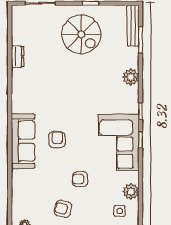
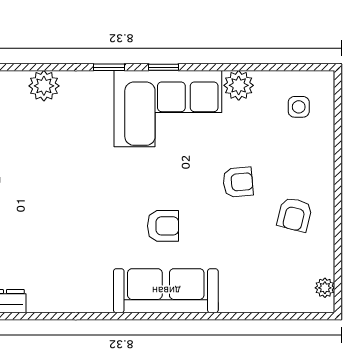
armchair: (57, 140) -> (163, 226), turned 180
armchair: (80, 179) -> (238, 182), turned -95
plant: (131, 192) -> (239, 85), moved

